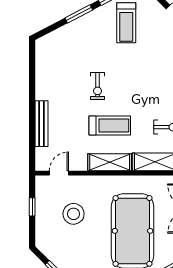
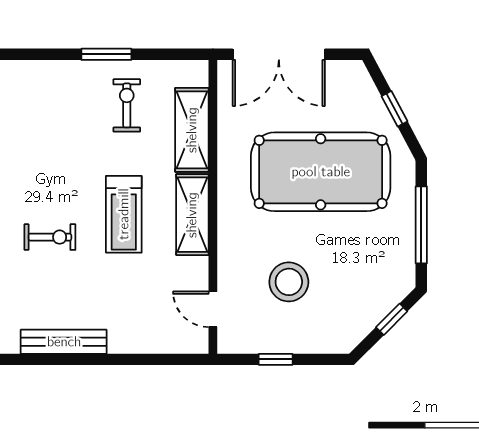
bench: (42, 124) -> (64, 342), moved
treadmill: (110, 125) -> (124, 214), turned 180

